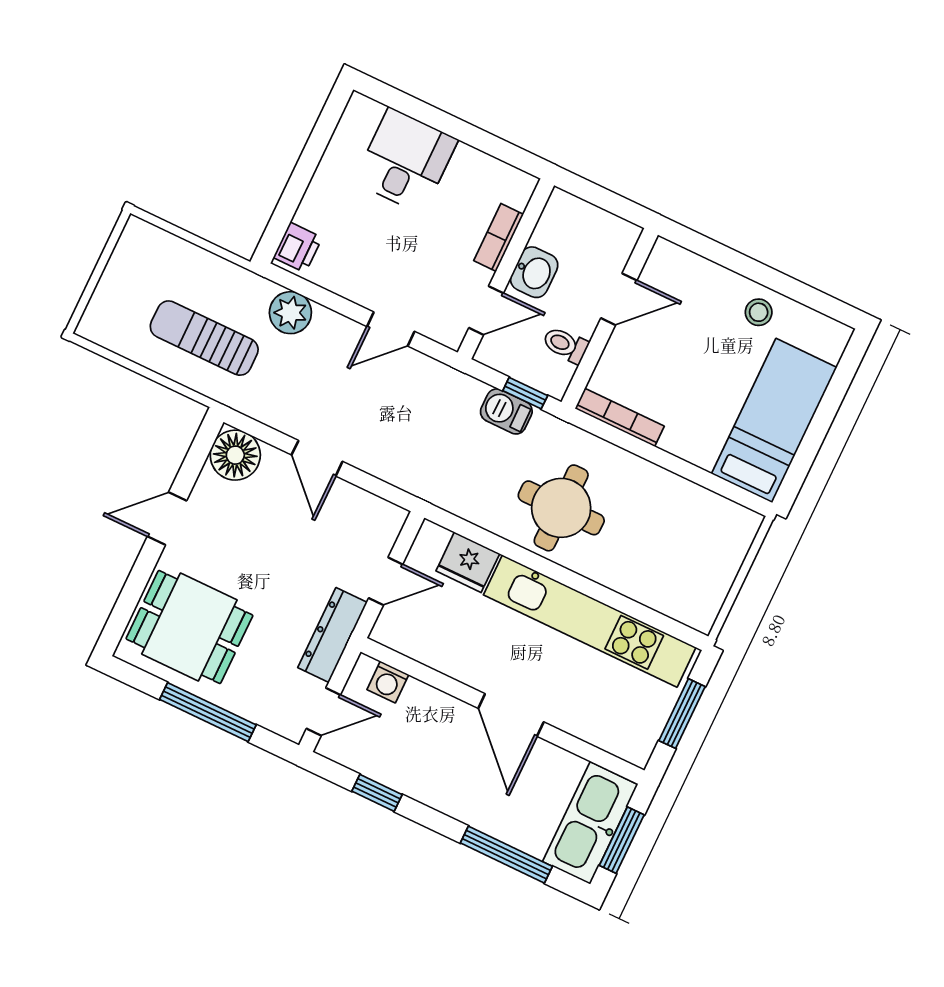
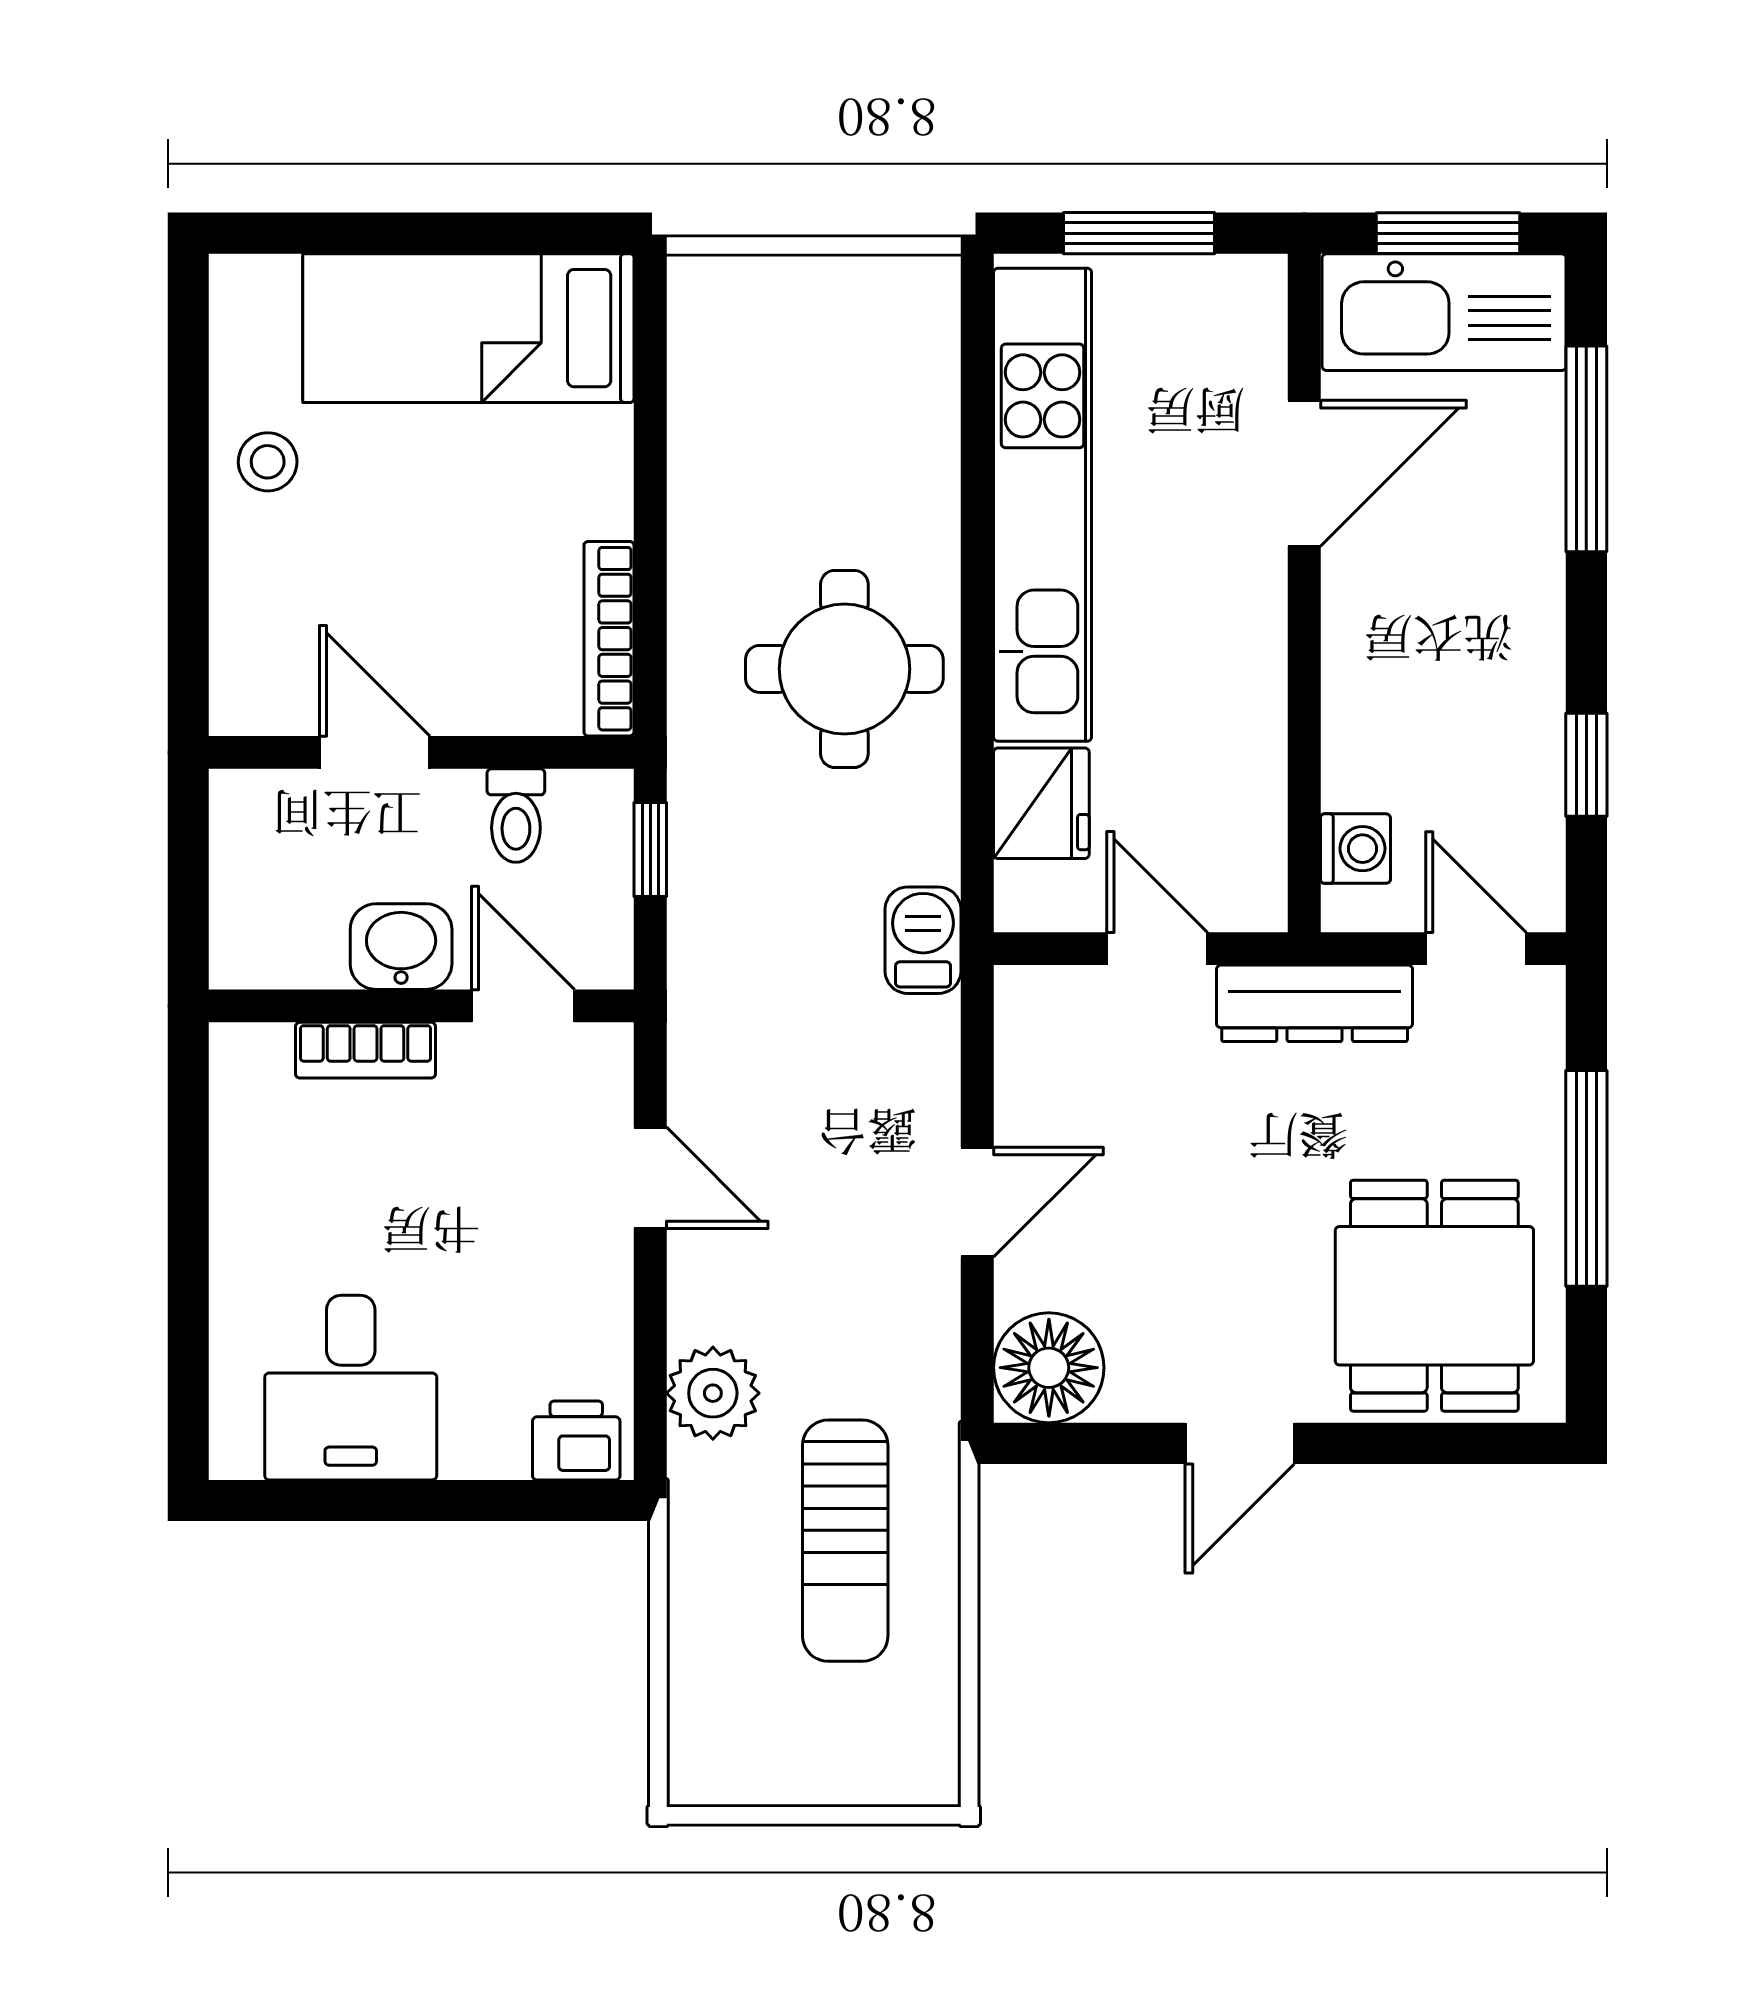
desk: (406, 161) -> (351, 1388), moved, turned -90
barbecue: (506, 411) -> (923, 940), moved, turned 180
door: (167, 519) -> (1240, 1443), hinge flipped
door: (511, 715) -> (1304, 473), moved

